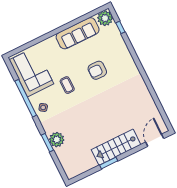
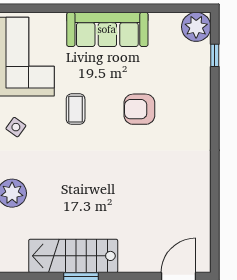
sofa: (78, 33) -> (107, 29), moved
stairs: (116, 147) -> (73, 256), moved

